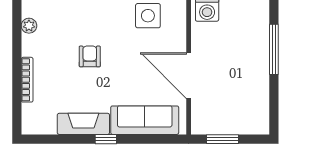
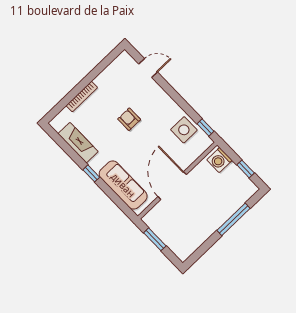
plant: (29, 26) -> (113, 68), removed
armchair: (90, 56) -> (129, 119), turned -90
fireplace: (83, 124) -> (78, 143), moved

